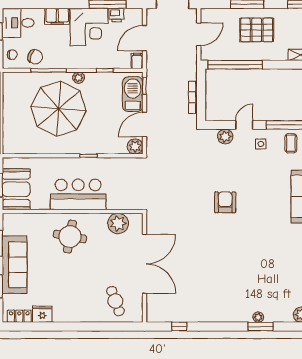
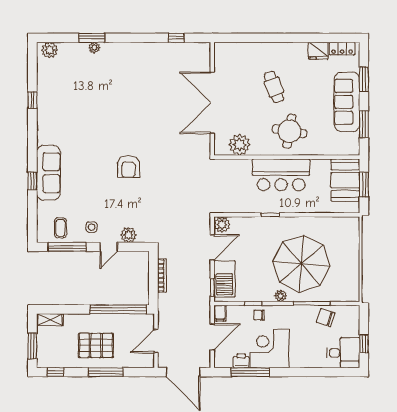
filing cabinet: (57, 16) -> (303, 360), removed
chair: (12, 55) -> (259, 315), moved
cafe table: (115, 301) -> (274, 87), moved

